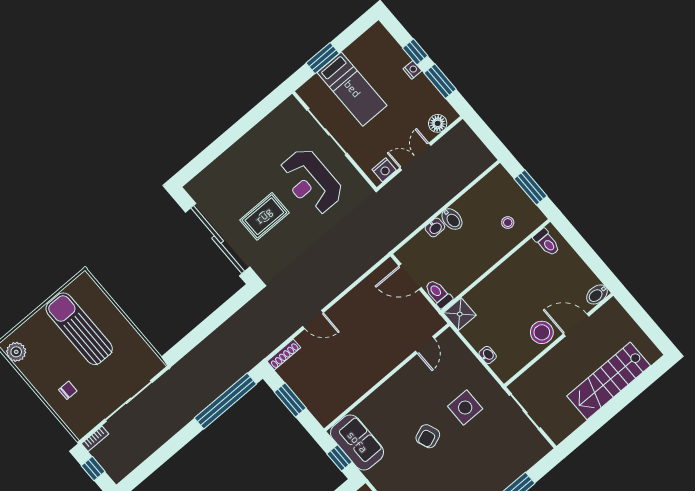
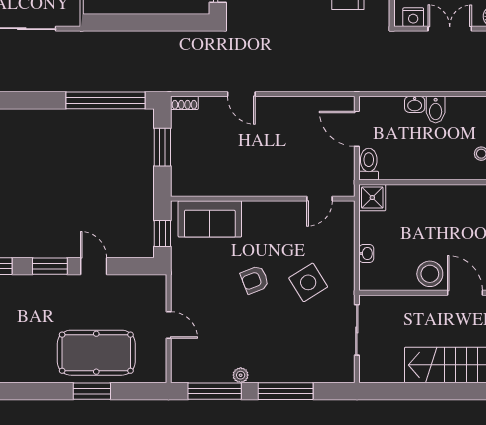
shoe rack: (284, 354) -> (184, 103), width x0.70
side table: (465, 408) -> (308, 282), turned -32
sofa: (357, 442) -> (210, 219), moved, turned 90

